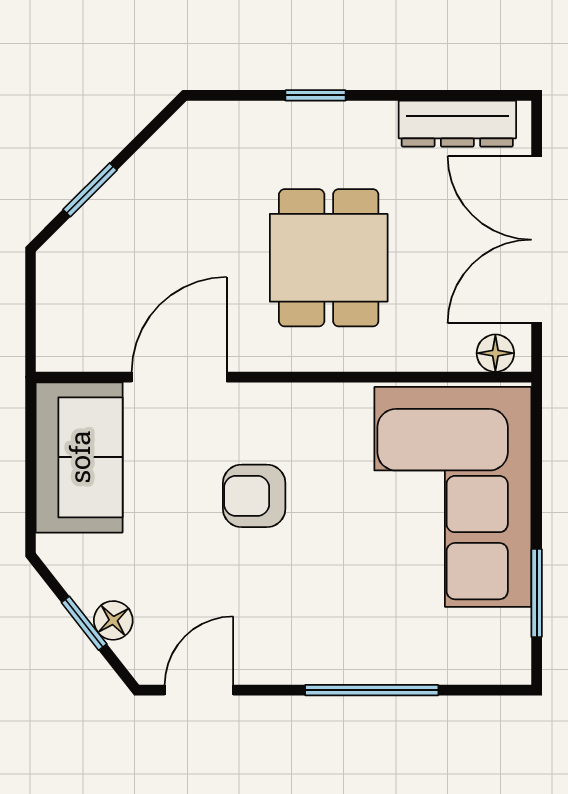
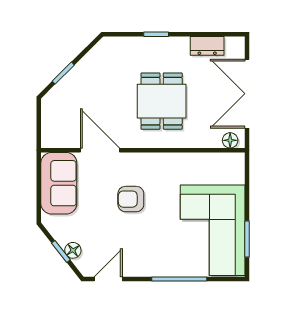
dresser: (457, 124) -> (207, 46), width x0.70
door: (179, 377) -> (100, 150), hinge flipped
corner sofa: (453, 497) -> (213, 230), moved

